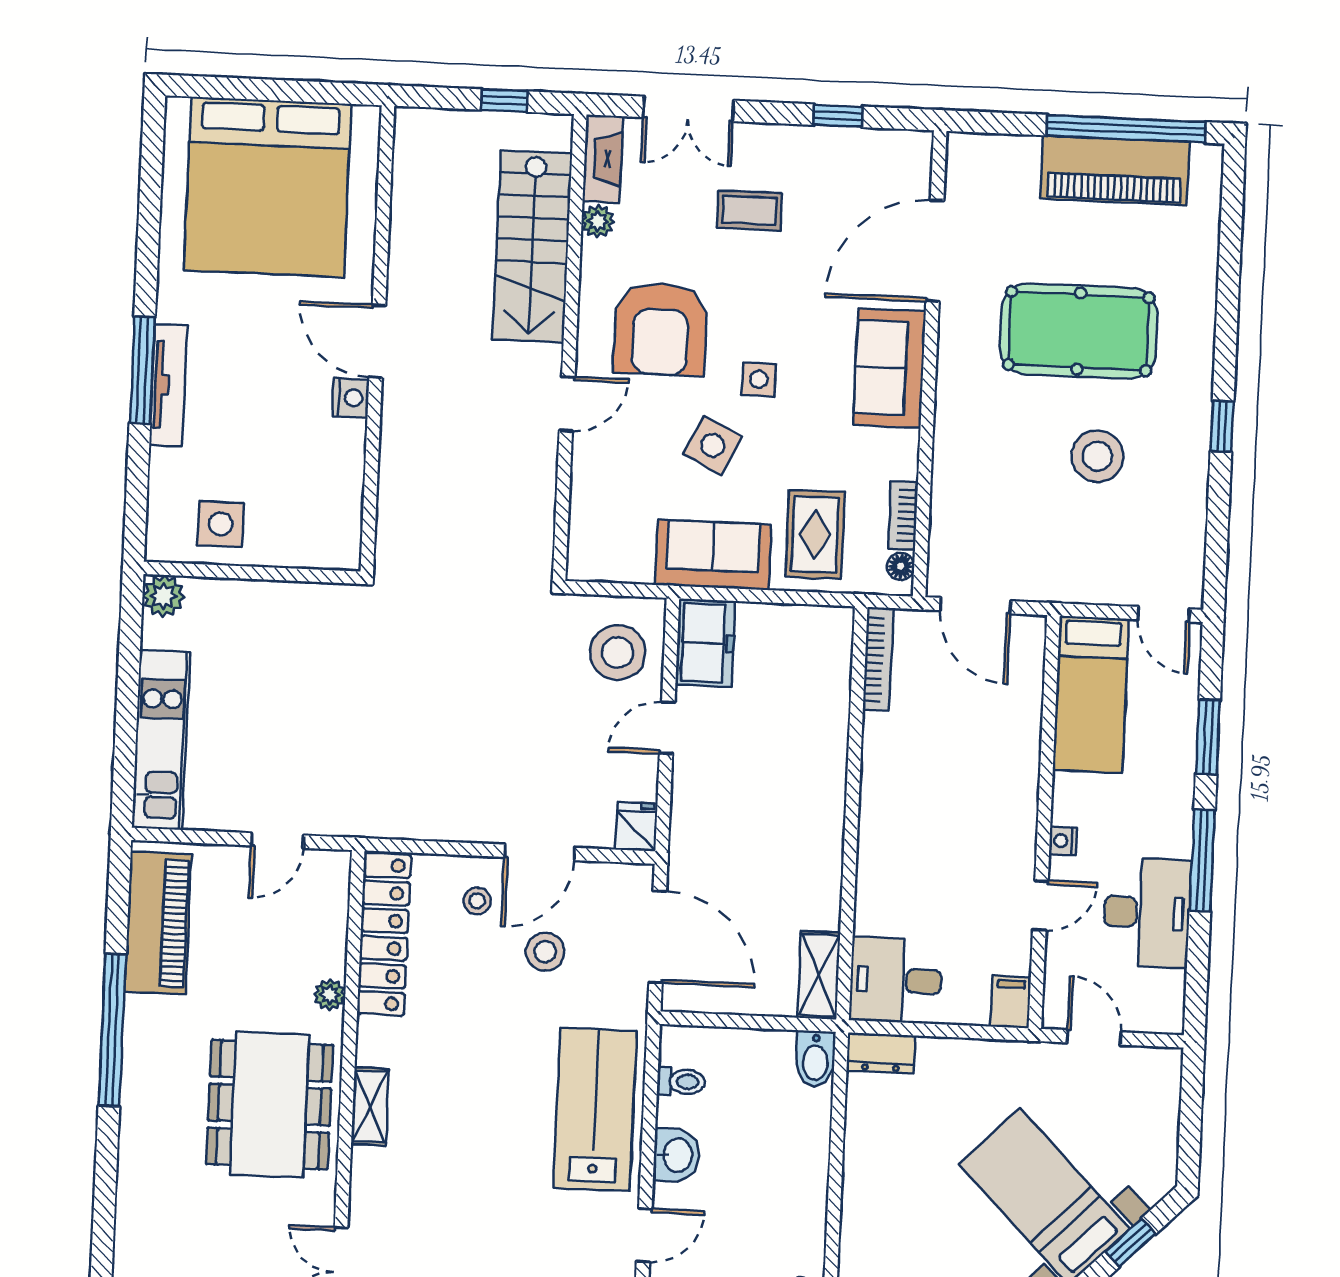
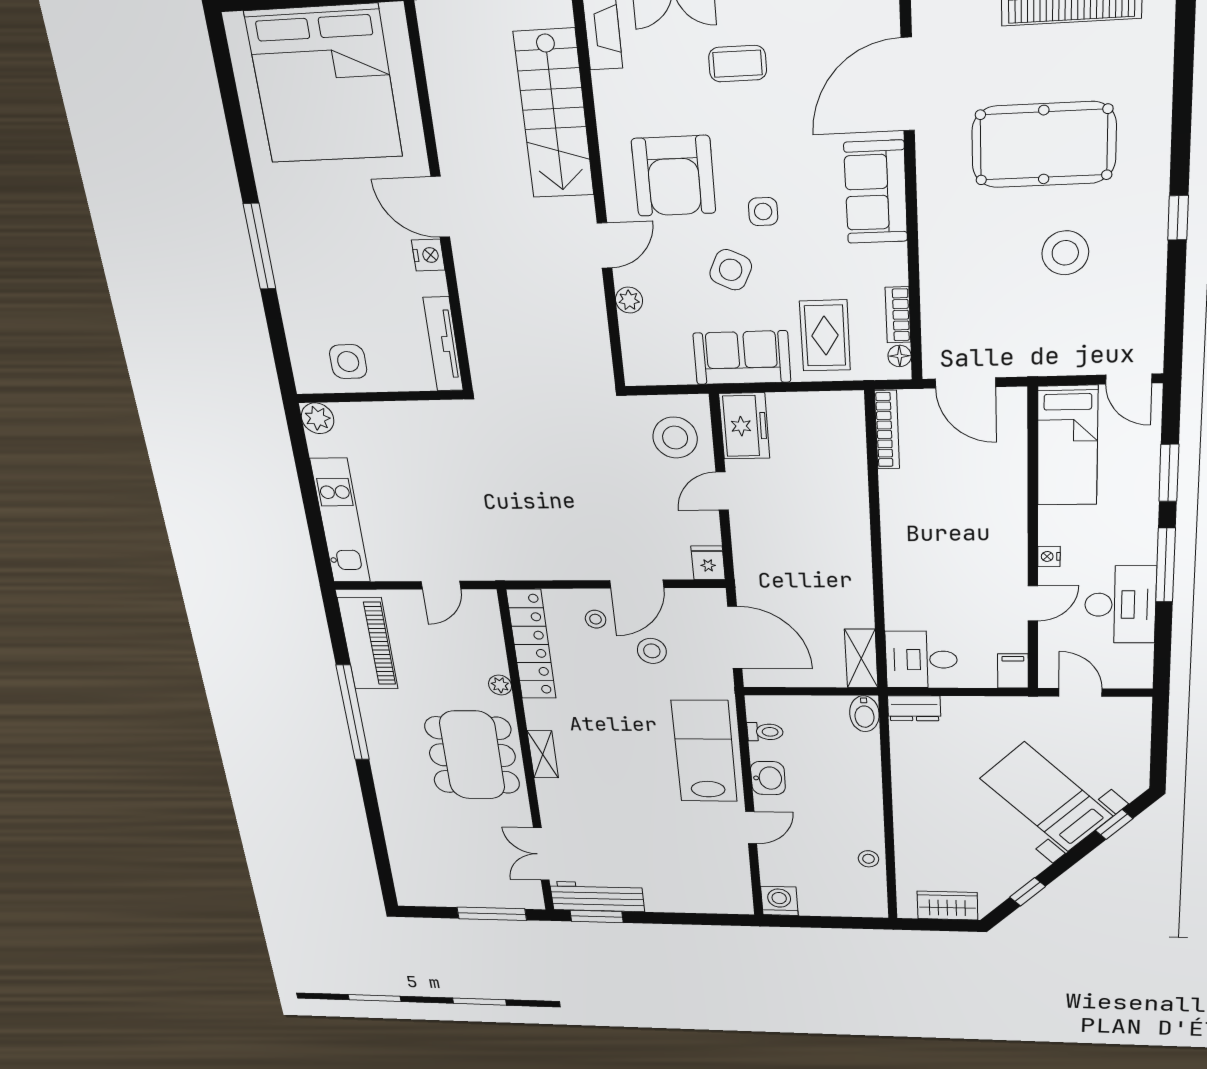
plant: (598, 221) -> (629, 300), moved
tv unit: (168, 385) -> (443, 344), moved, turned 180

